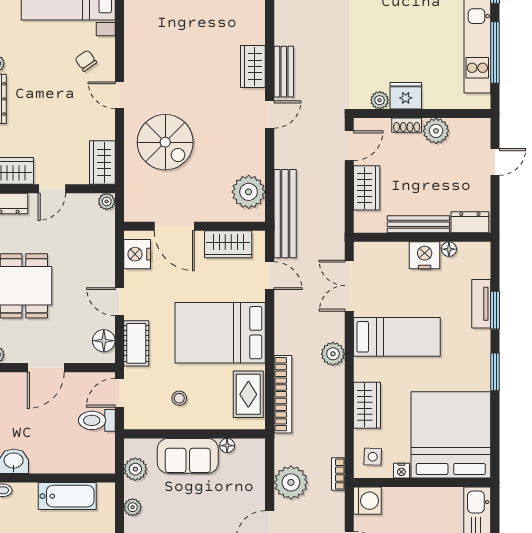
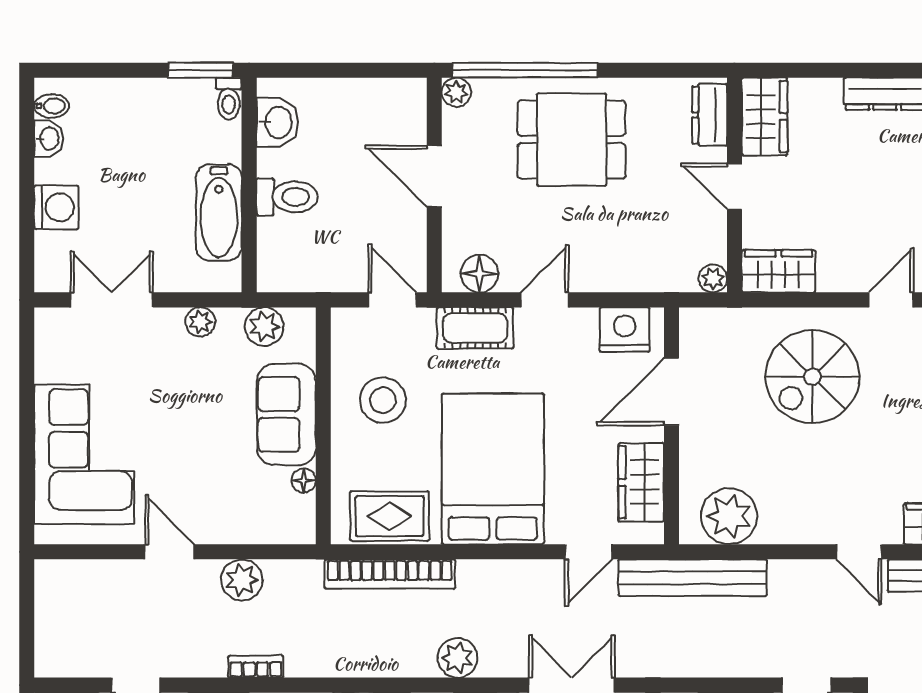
stool: (179, 398) -> (383, 400), width x1.89, depth x1.89
toilet: (97, 420) -> (287, 197), moved, turned 90
plant: (291, 482) -> (242, 580), width x0.73, depth x0.73

